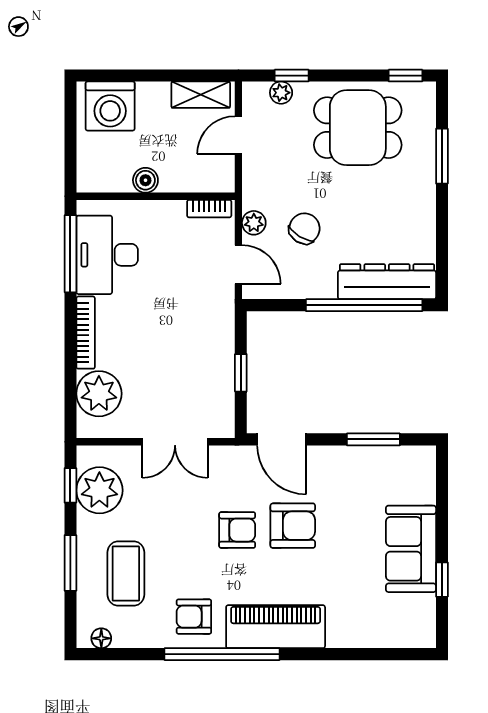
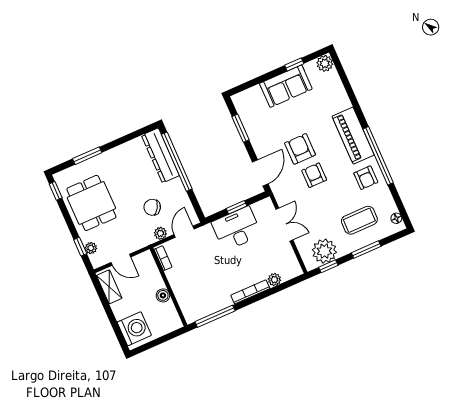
desk: (107, 255) -> (237, 229), moved, turned 180
plant: (99, 394) -> (274, 280), width x0.53, depth x0.53
plant: (421, 633) -> (325, 63), added

